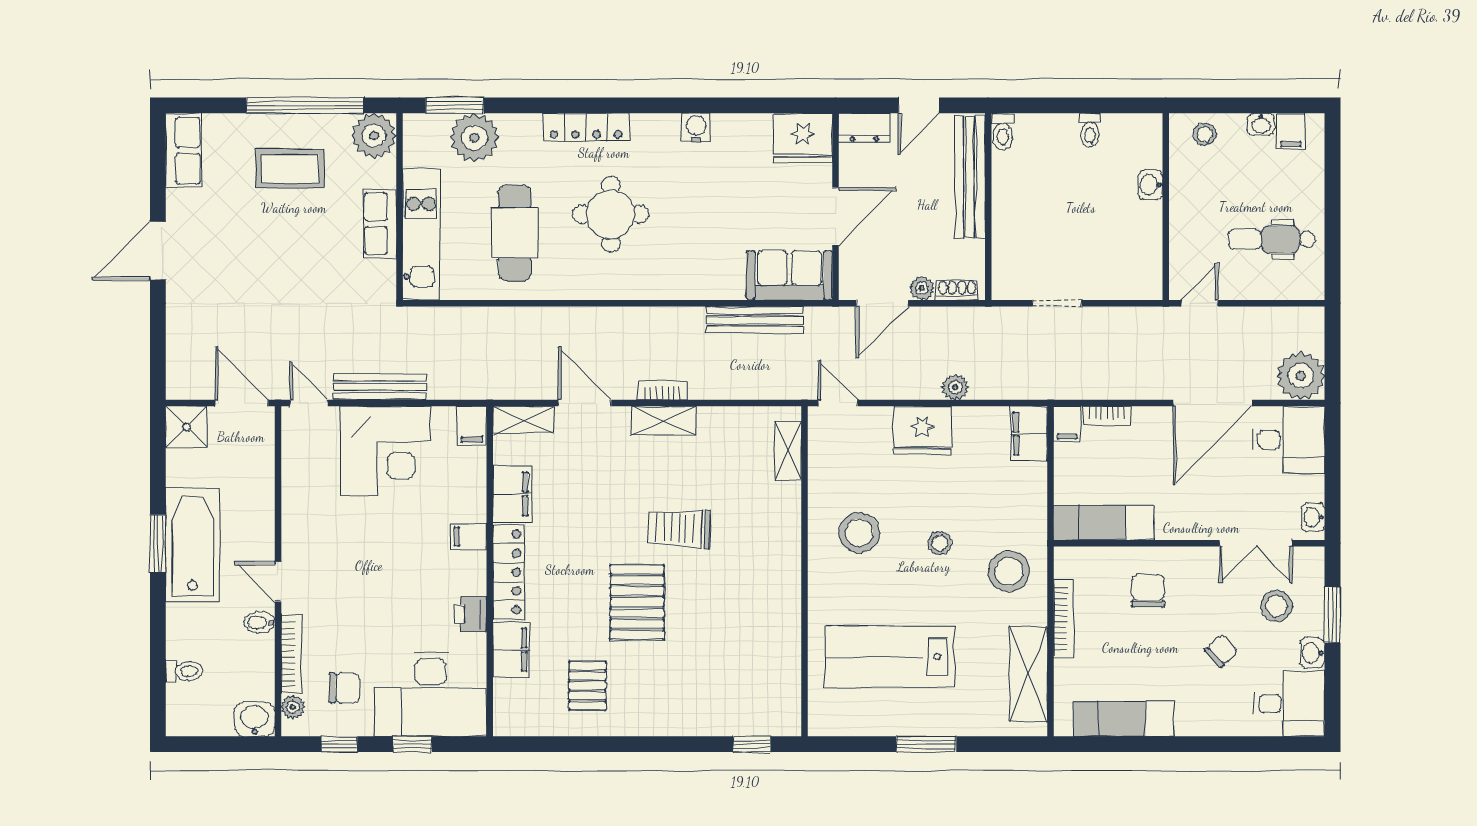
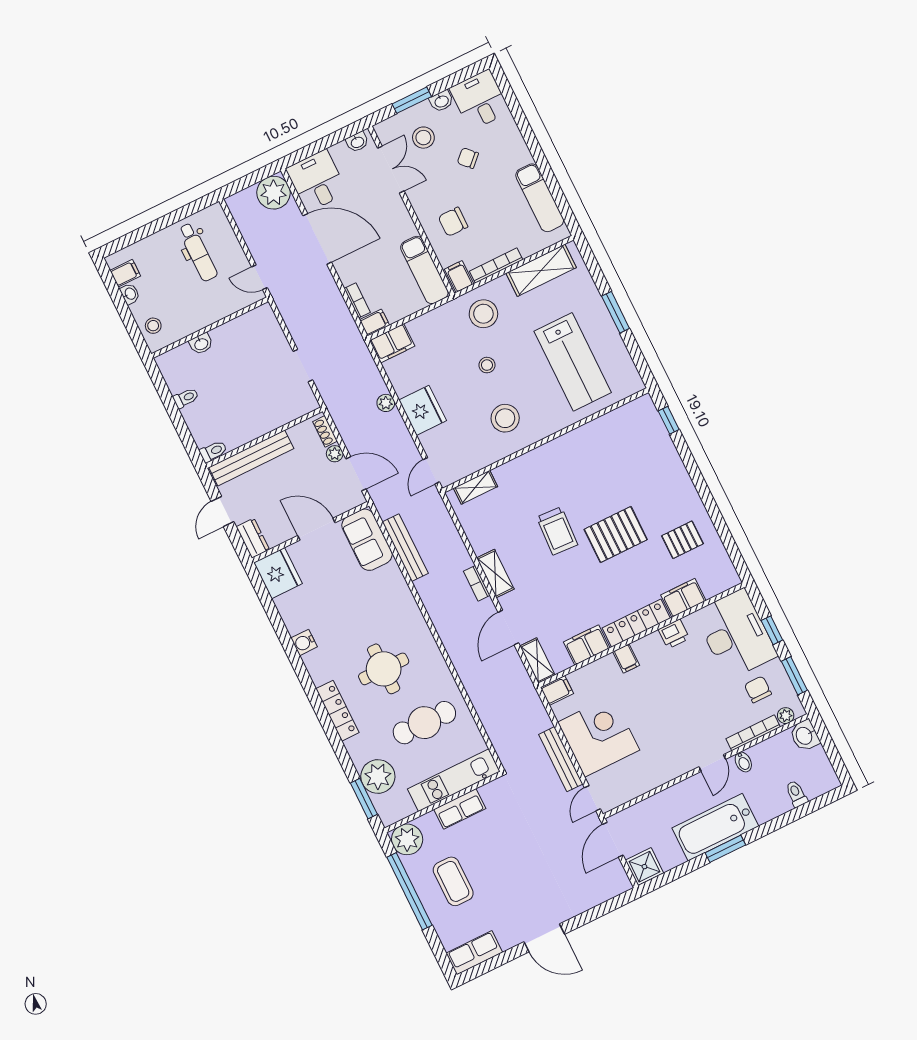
door: (919, 105) -> (223, 511), swing flipped
filing cabinet: (1073, 564) -> (459, 277), added
window: (339, 744) -> (794, 676), width x1.50

